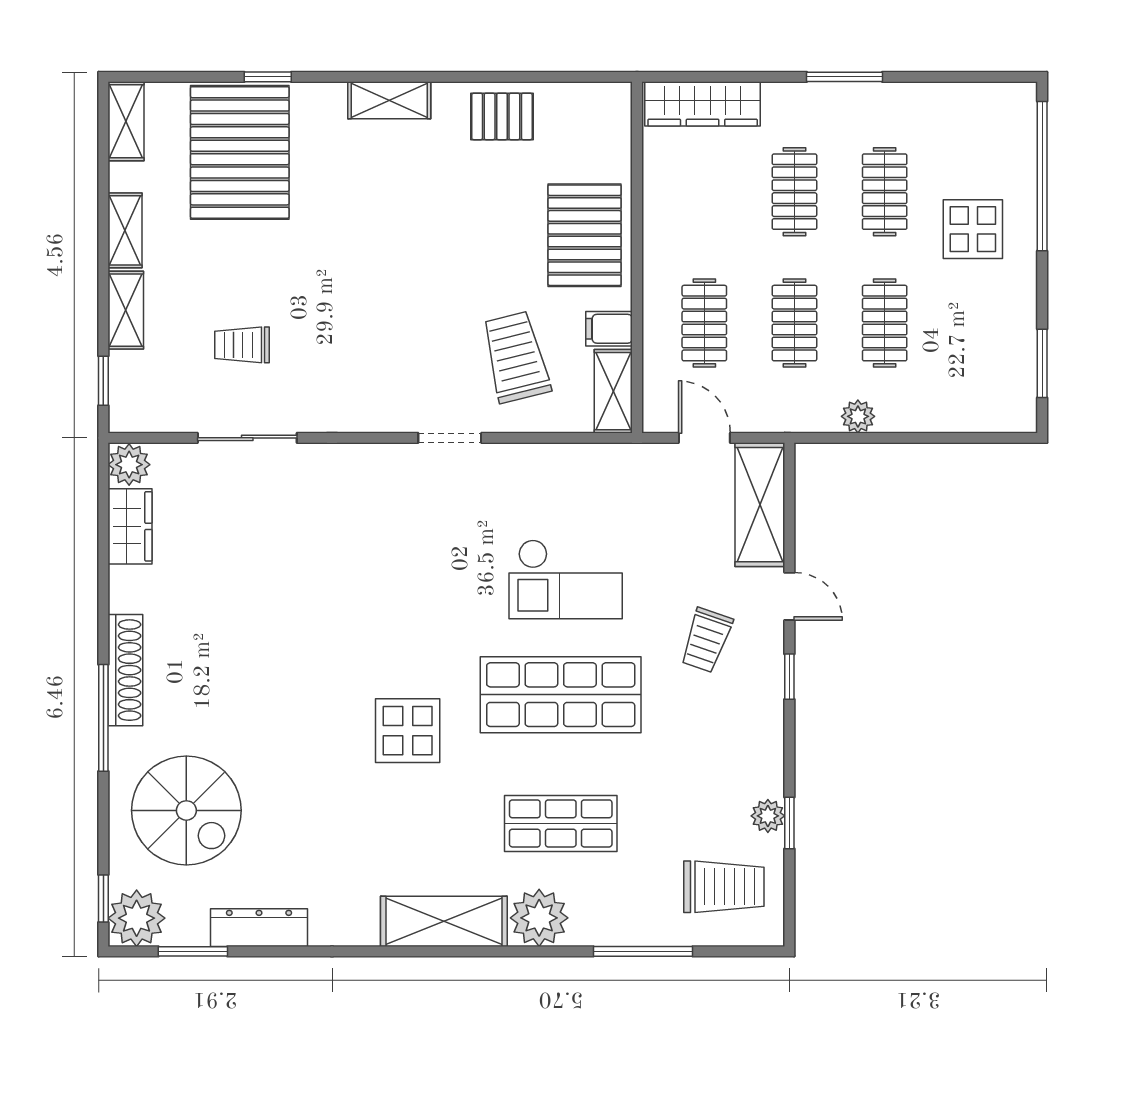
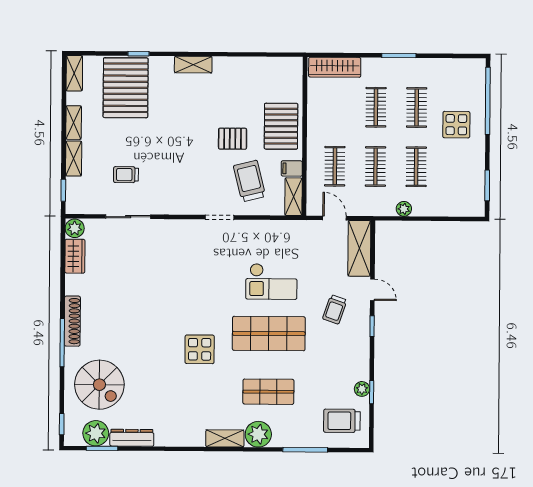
pallet: (502, 116) -> (233, 139), moved
trolley: (724, 887) -> (342, 421), turned 180
plant: (137, 918) -> (96, 433), moved
shelving: (444, 921) -> (225, 438), width x0.67, depth x0.75

